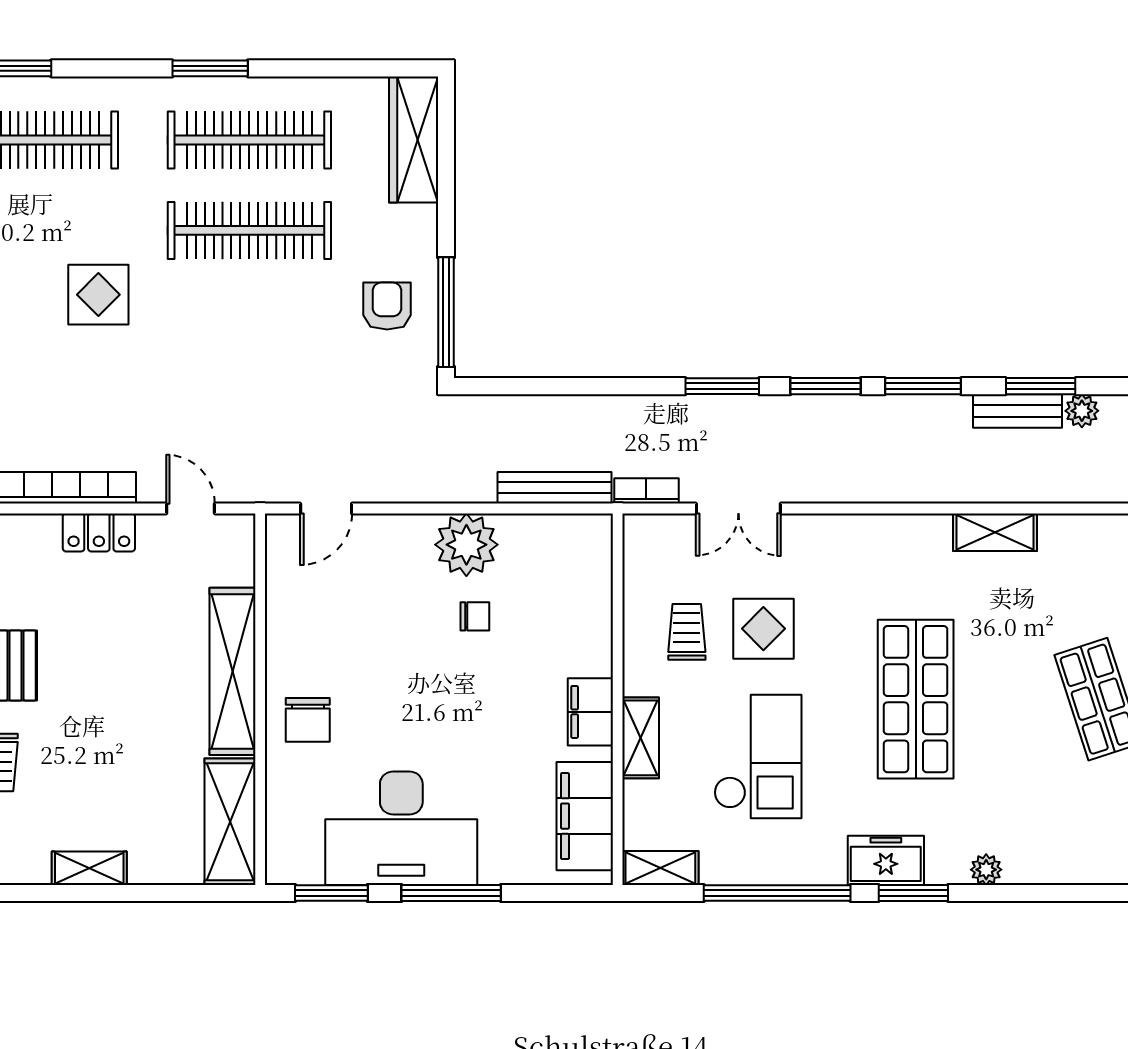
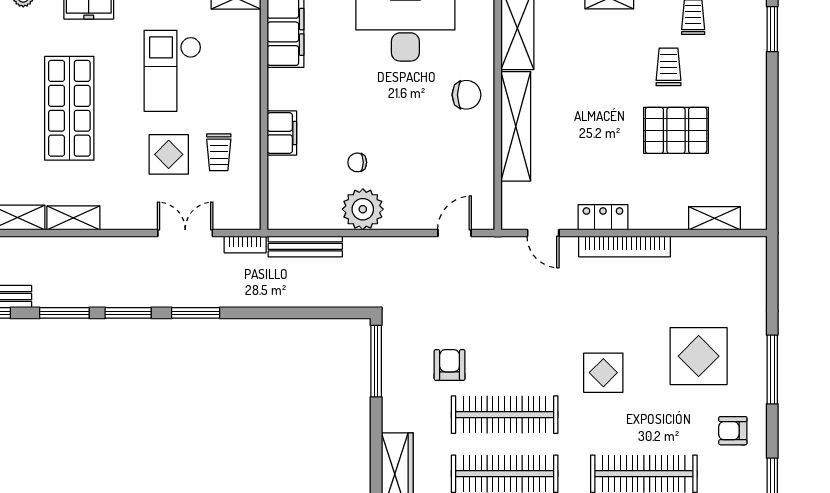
armchair: (387, 306) -> (450, 365), moved, turned 180
filing cabinet: (590, 712) -> (282, 133), moved
chair: (308, 720) -> (466, 95), turned 90
shelving: (641, 738) -> (73, 218), moved, turned 90

